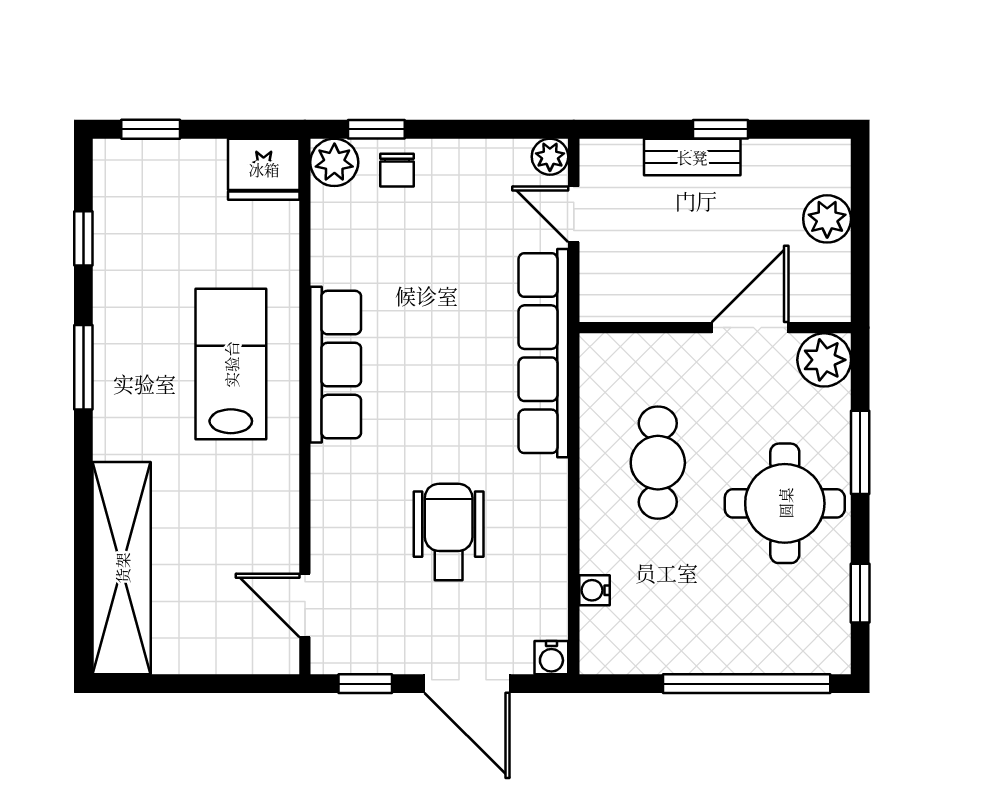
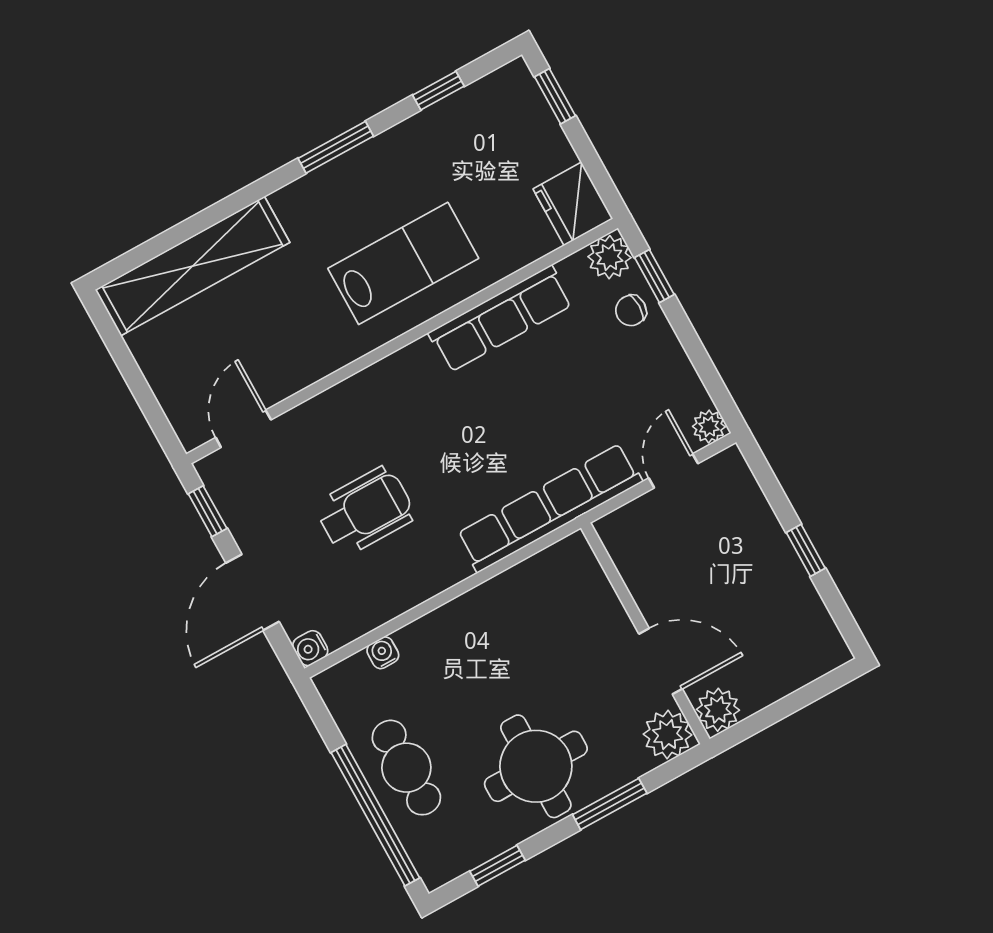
bench: (692, 157) -> (771, 540), removed
plant: (827, 219) -> (718, 710), moved
row of seats: (336, 365) -> (501, 319), moved
cafe table: (658, 463) -> (406, 768), moved, turned 90

